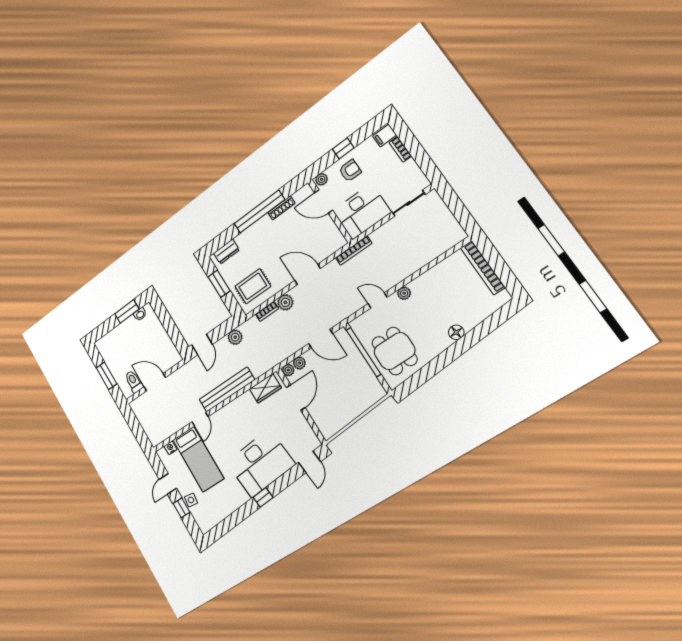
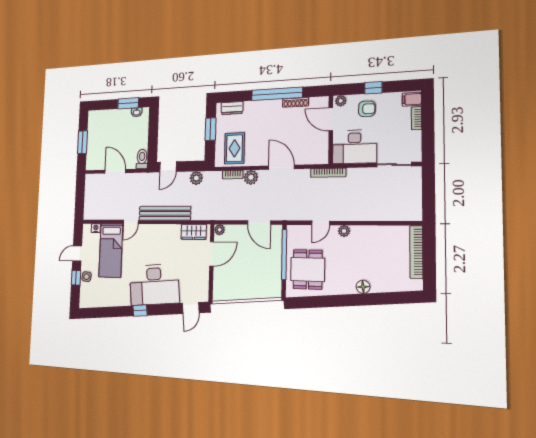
rug: (253, 286) -> (234, 148), turned 90
door: (378, 300) -> (321, 223), swing flipped
plant: (299, 363) -> (231, 230), removed
toilet: (134, 382) -> (142, 159), moved

